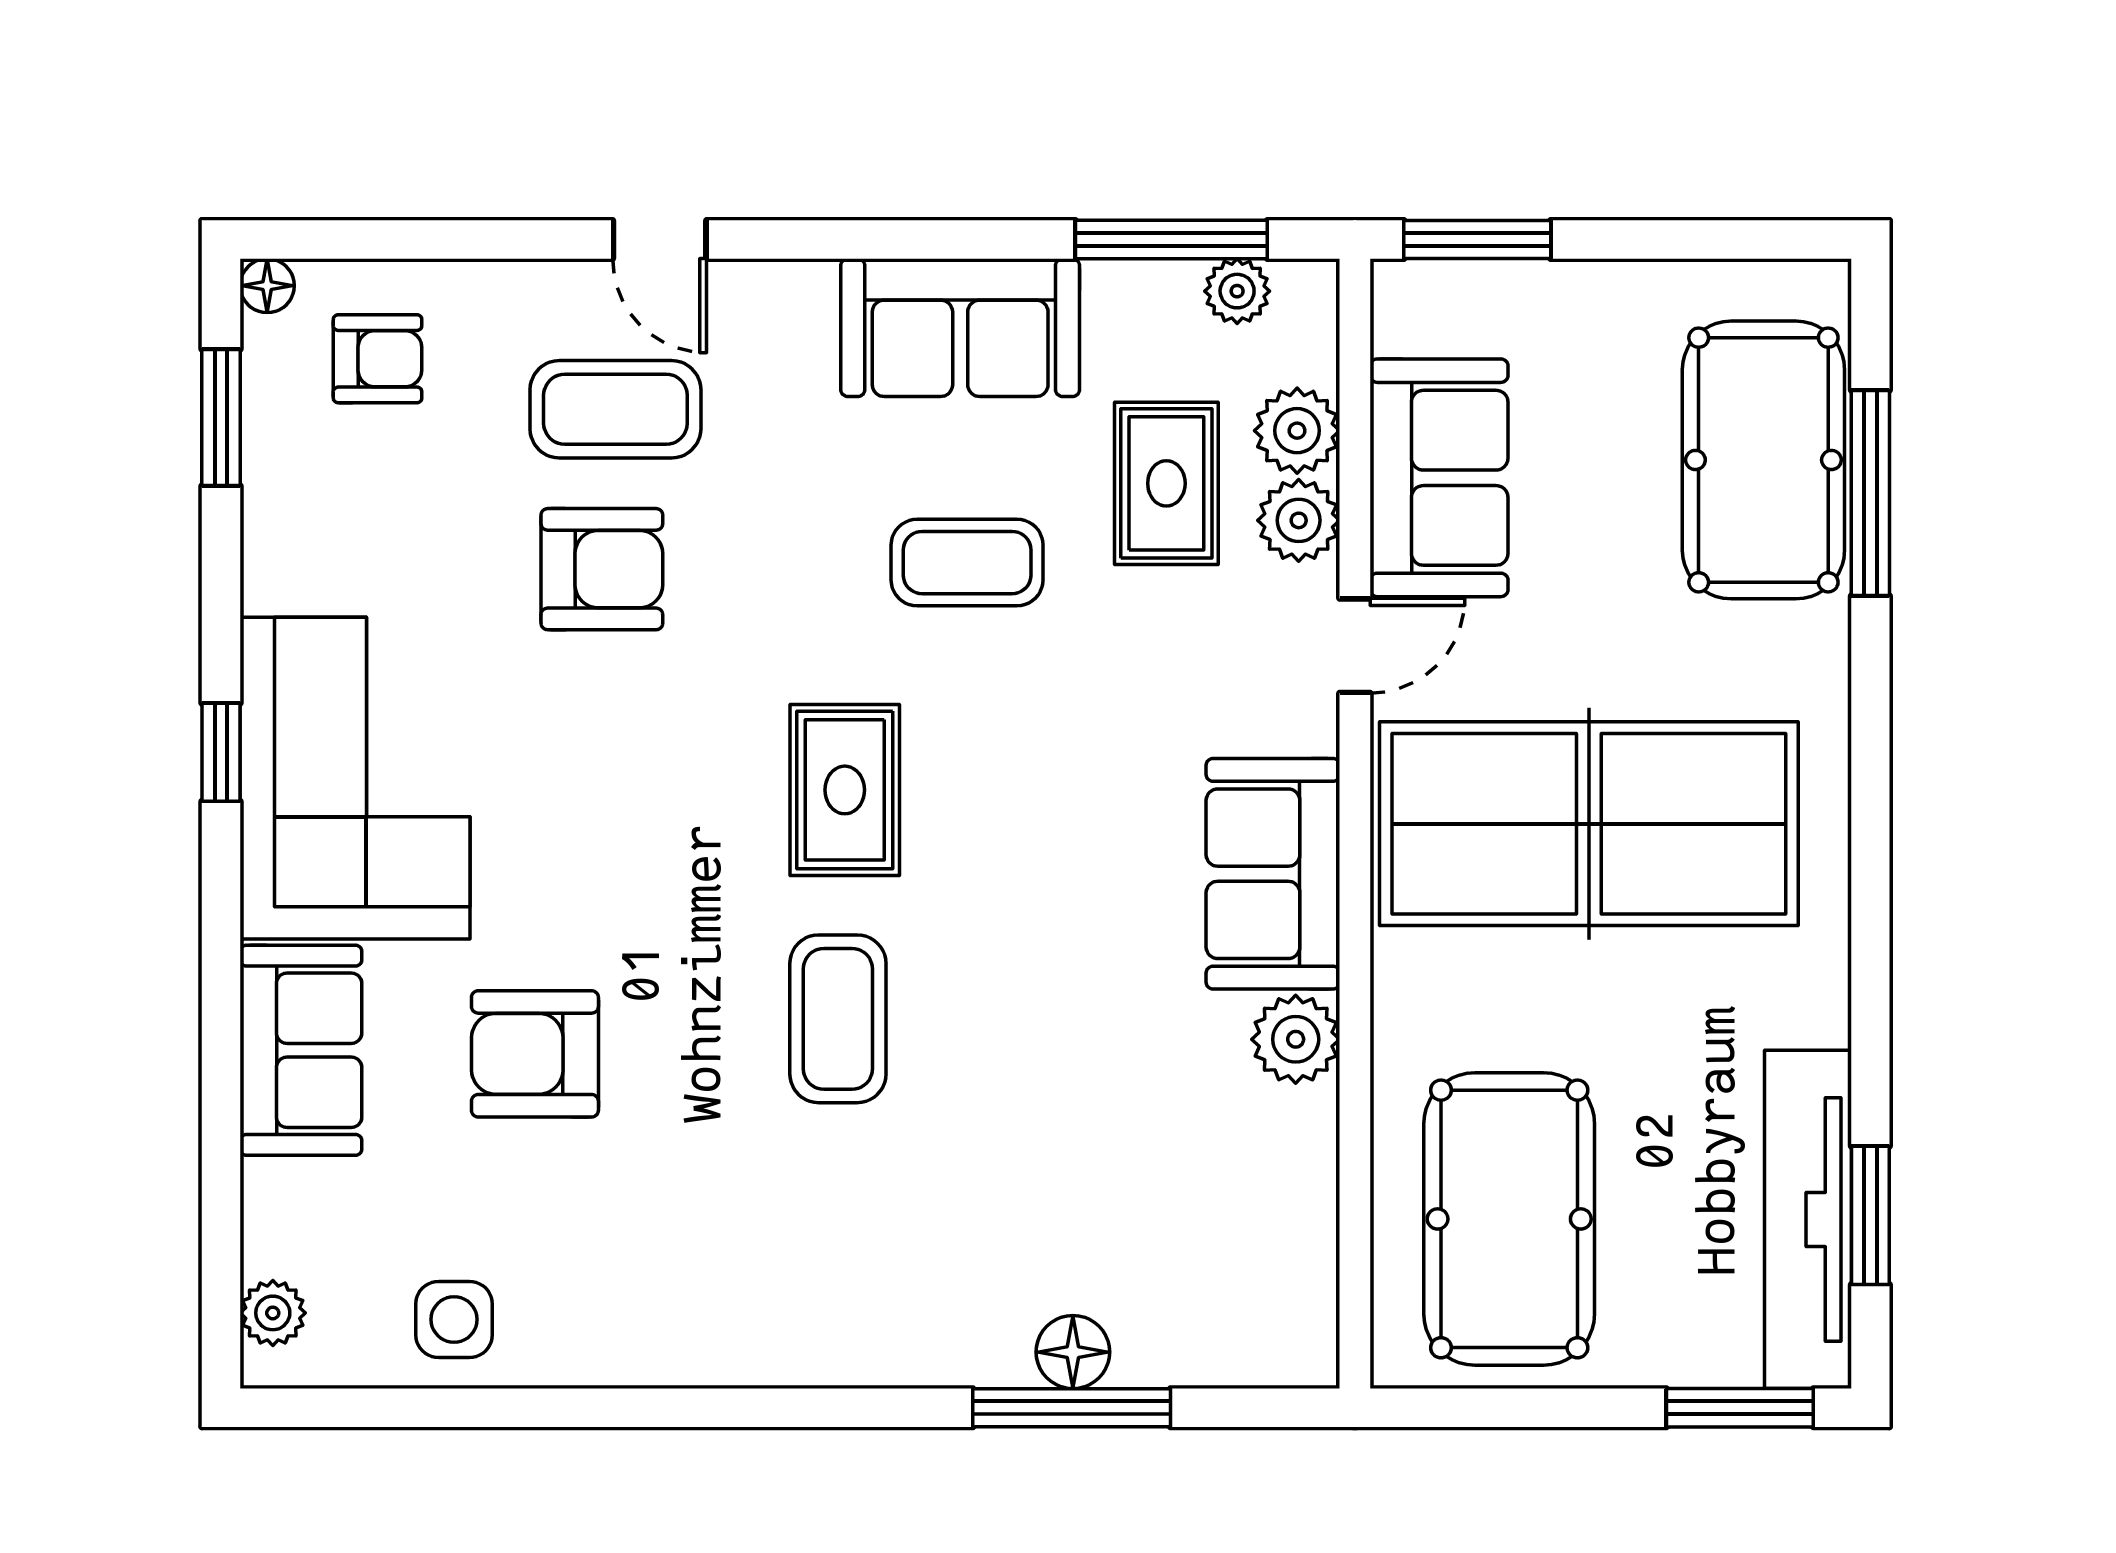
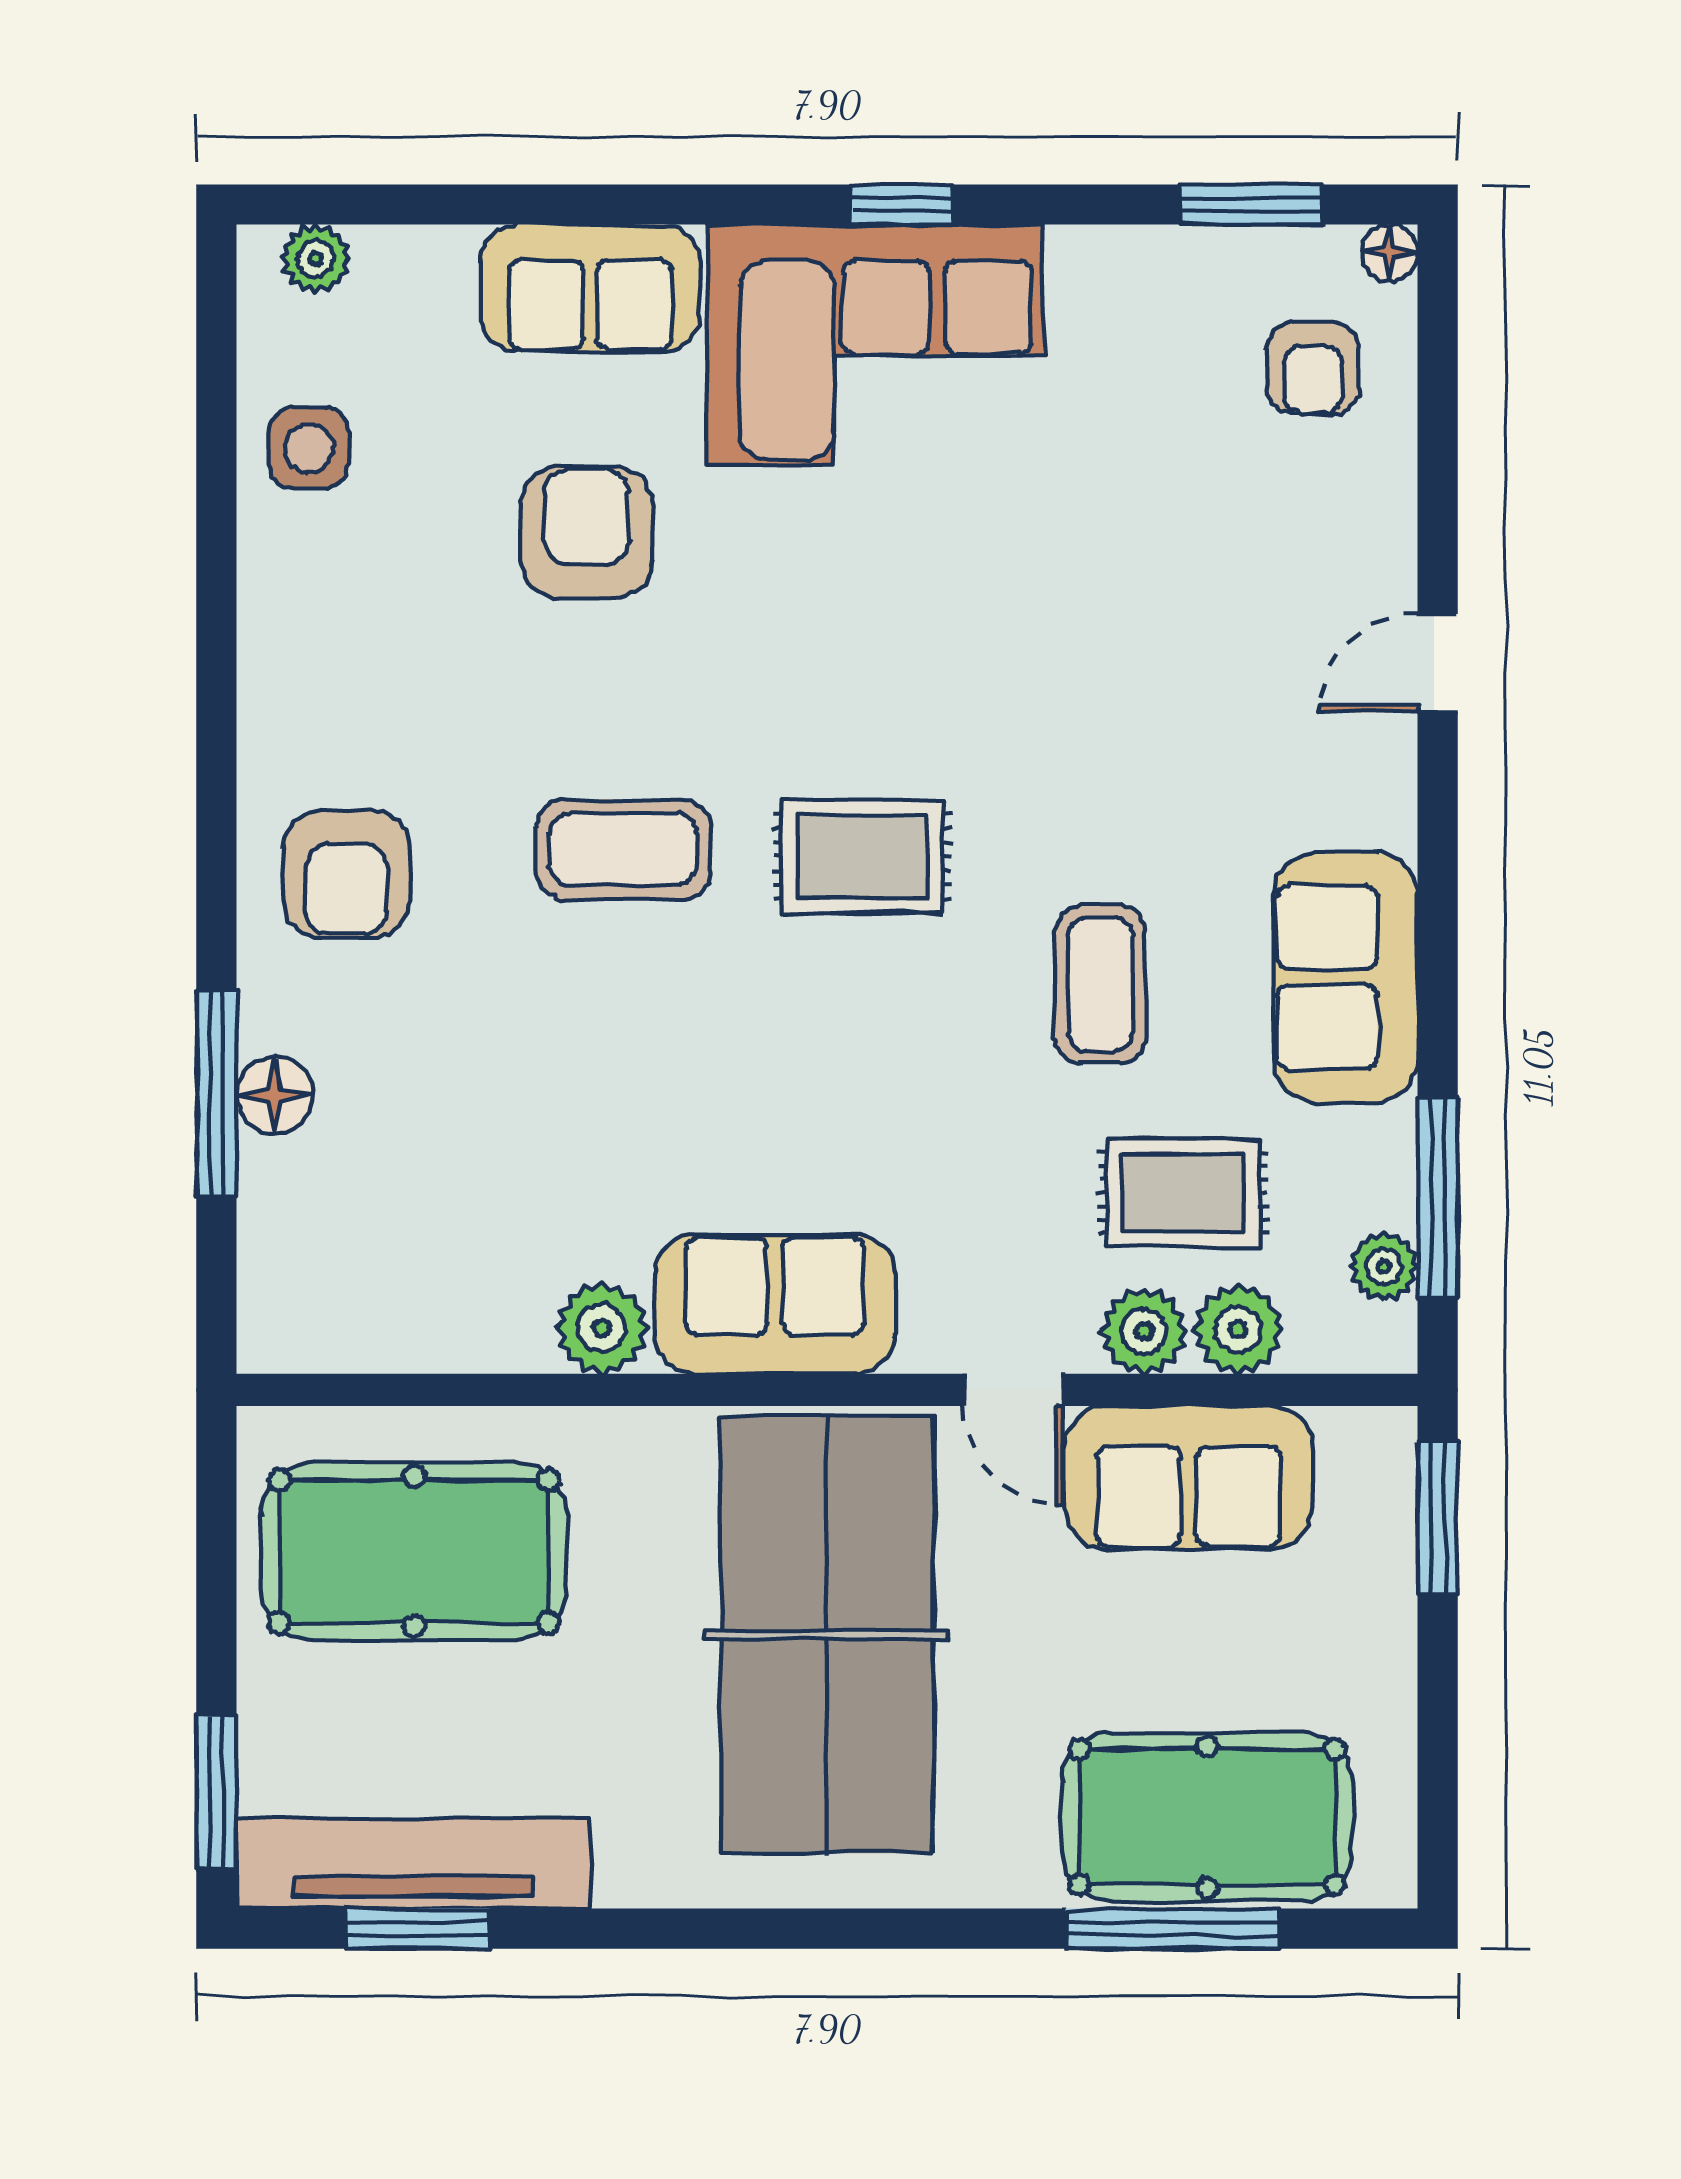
coffee table: (615, 409) -> (1260, 617), removed
armchair: (602, 569) -> (346, 874), moved

